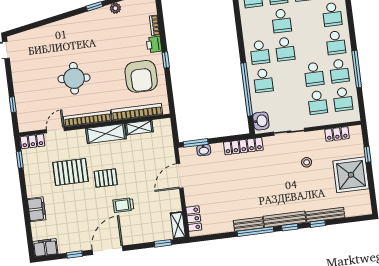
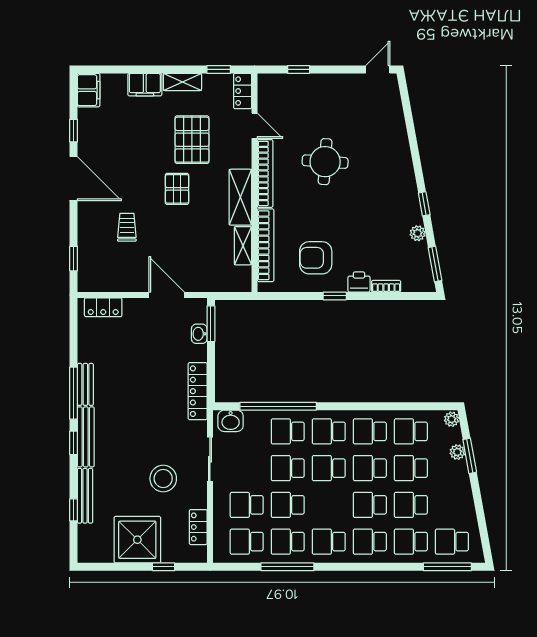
school desk: (307, 18) -> (370, 505), added
school desk: (256, 24) -> (370, 431), added
armchair: (141, 76) -> (316, 258), width x0.73, depth x0.73
school desk: (289, 77) -> (288, 468), added
stool: (307, 162) -> (163, 479), width x1.89, depth x1.89
trolley: (123, 205) -> (127, 227), moved
window: (318, 224) -> (74, 510), moved
shelving: (178, 225) -> (182, 82), moved

